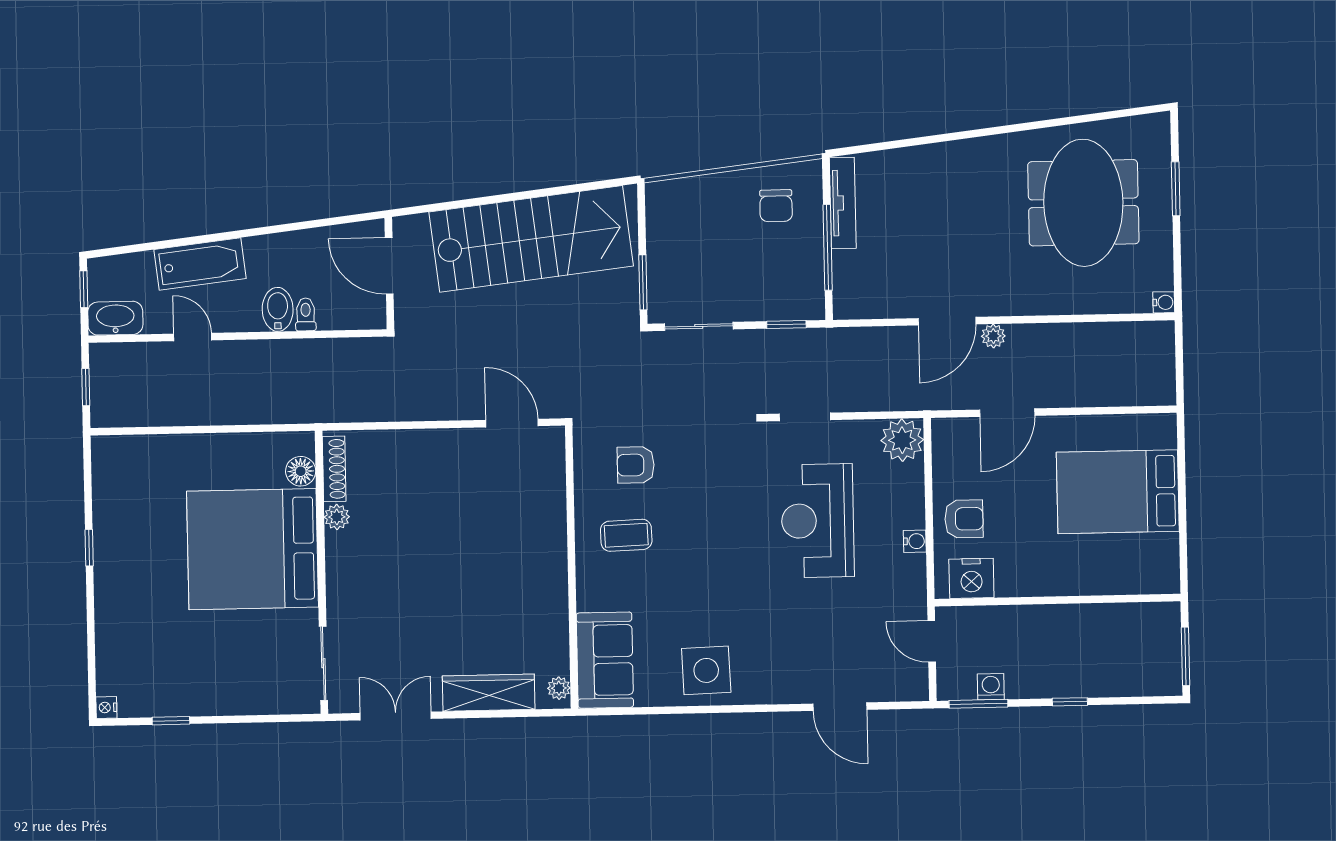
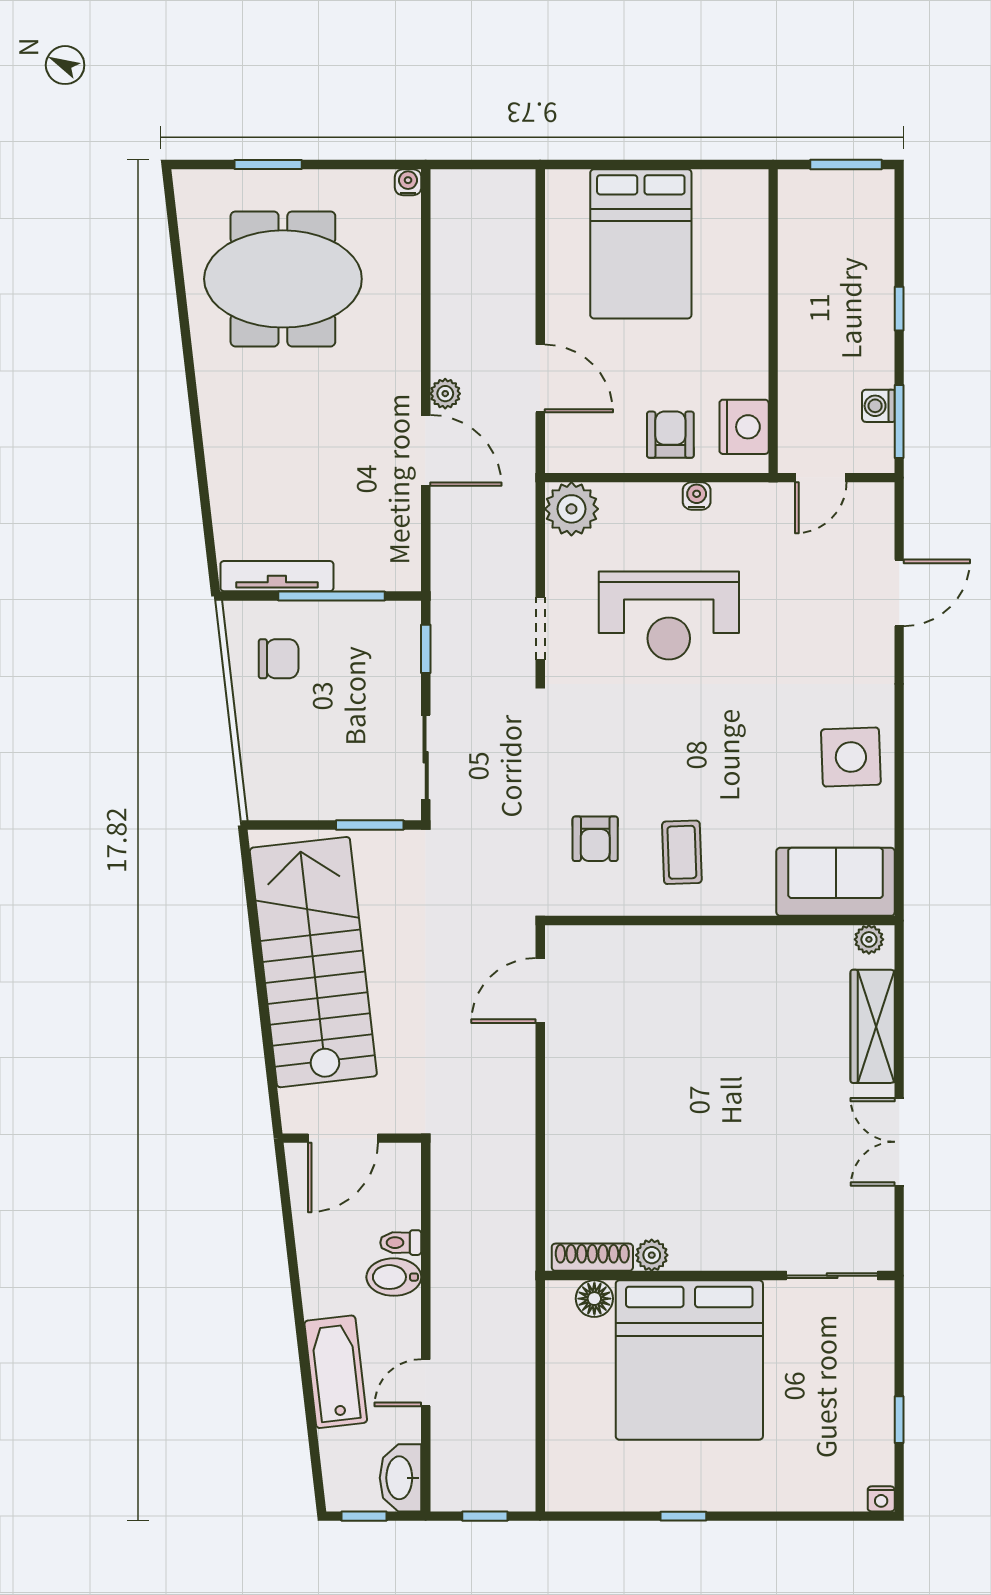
shoe rack: (334, 469) -> (592, 1257), moved
floor lamp: (301, 471) -> (594, 1299), moved
plant: (337, 517) -> (652, 1255), moved
bed: (253, 549) -> (689, 1360), moved
wall: (321, 572) -> (720, 1276), moved
sliding door: (323, 663) -> (832, 1276), moved

